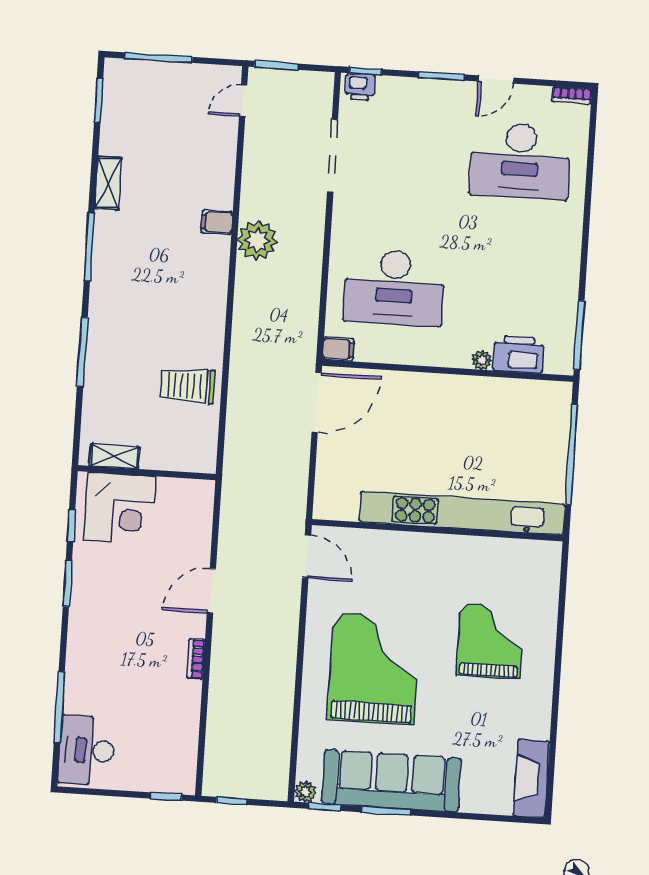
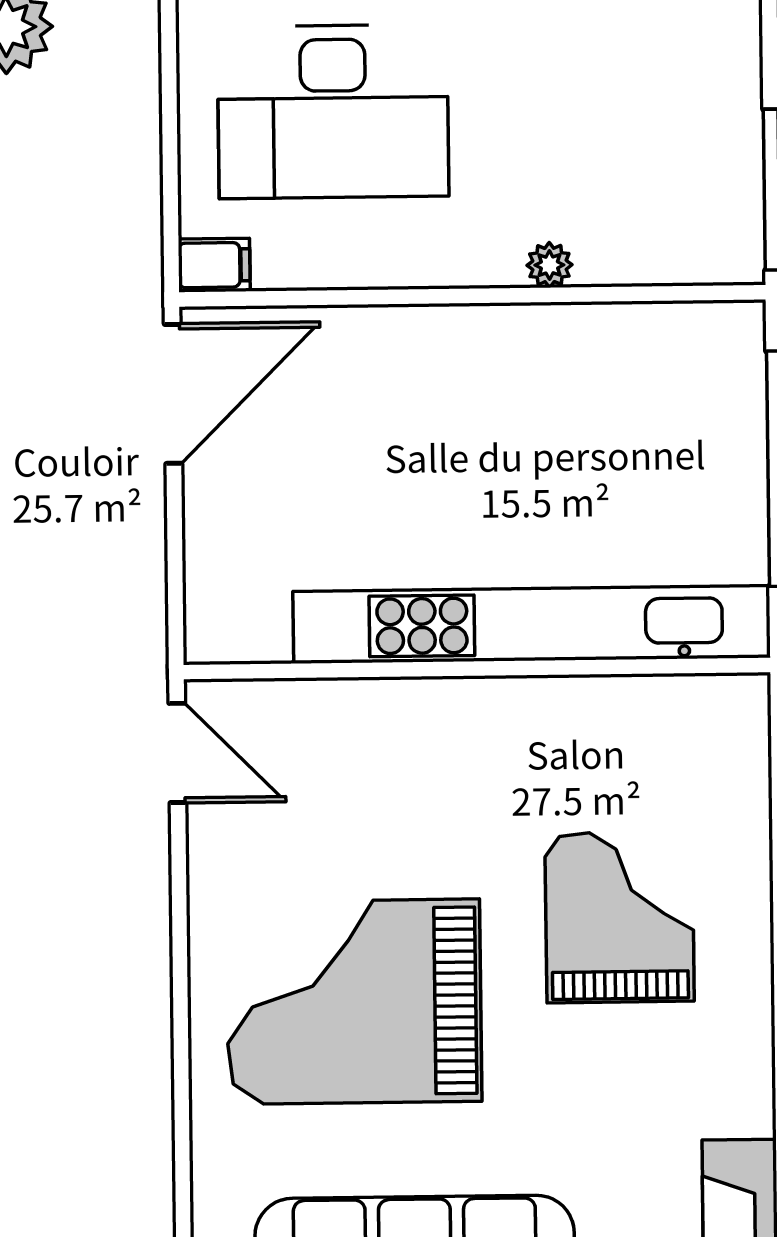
printer: (519, 354) -> (634, 245), removed
grand piano: (374, 668) -> (354, 1002), turned -90

